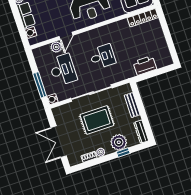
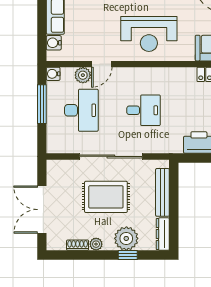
window: (40, 85) -> (42, 104), moved
water cooler: (52, 99) -> (53, 74), moved
bench: (132, 105) -> (162, 192), width x1.36

